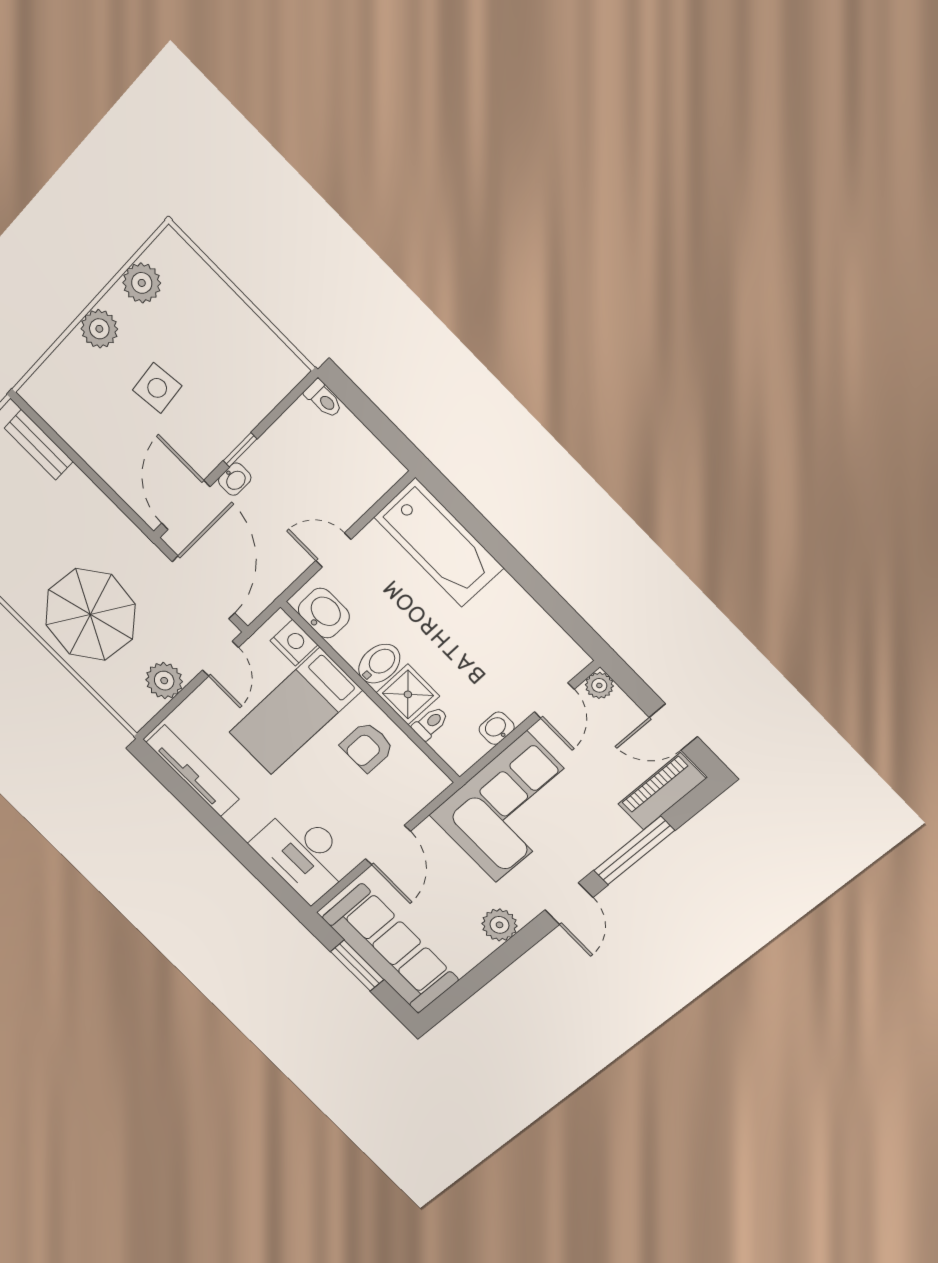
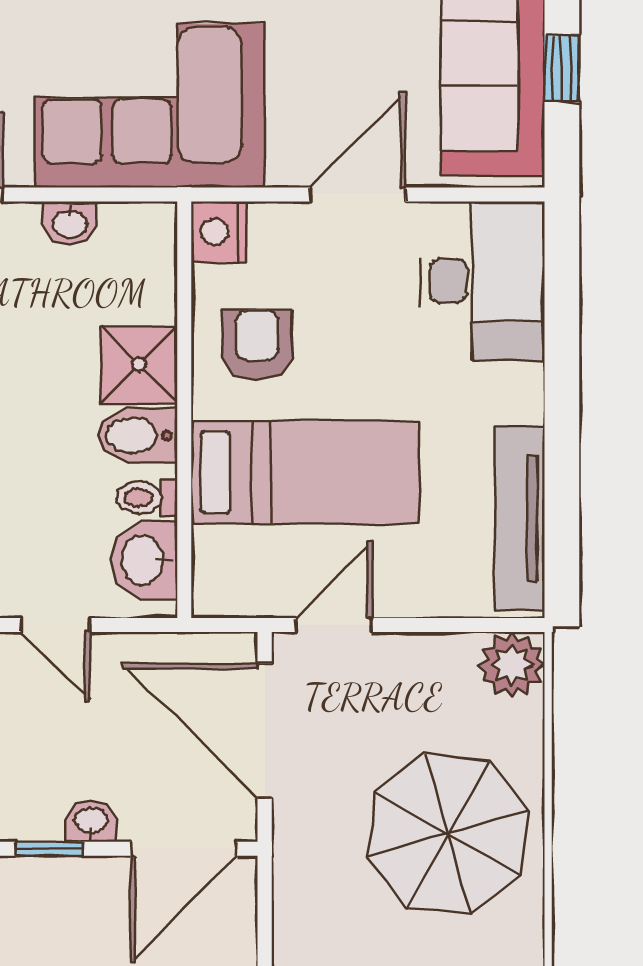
door: (203, 587) -> (265, 731), hinge flipped
nightstand: (294, 643) -> (219, 232), moved
plant: (164, 681) -> (512, 665), moved
toilet: (430, 723) -> (147, 498), moved
armchair: (367, 747) -> (257, 345), turned -90
window: (357, 966) -> (562, 68), width x0.67

